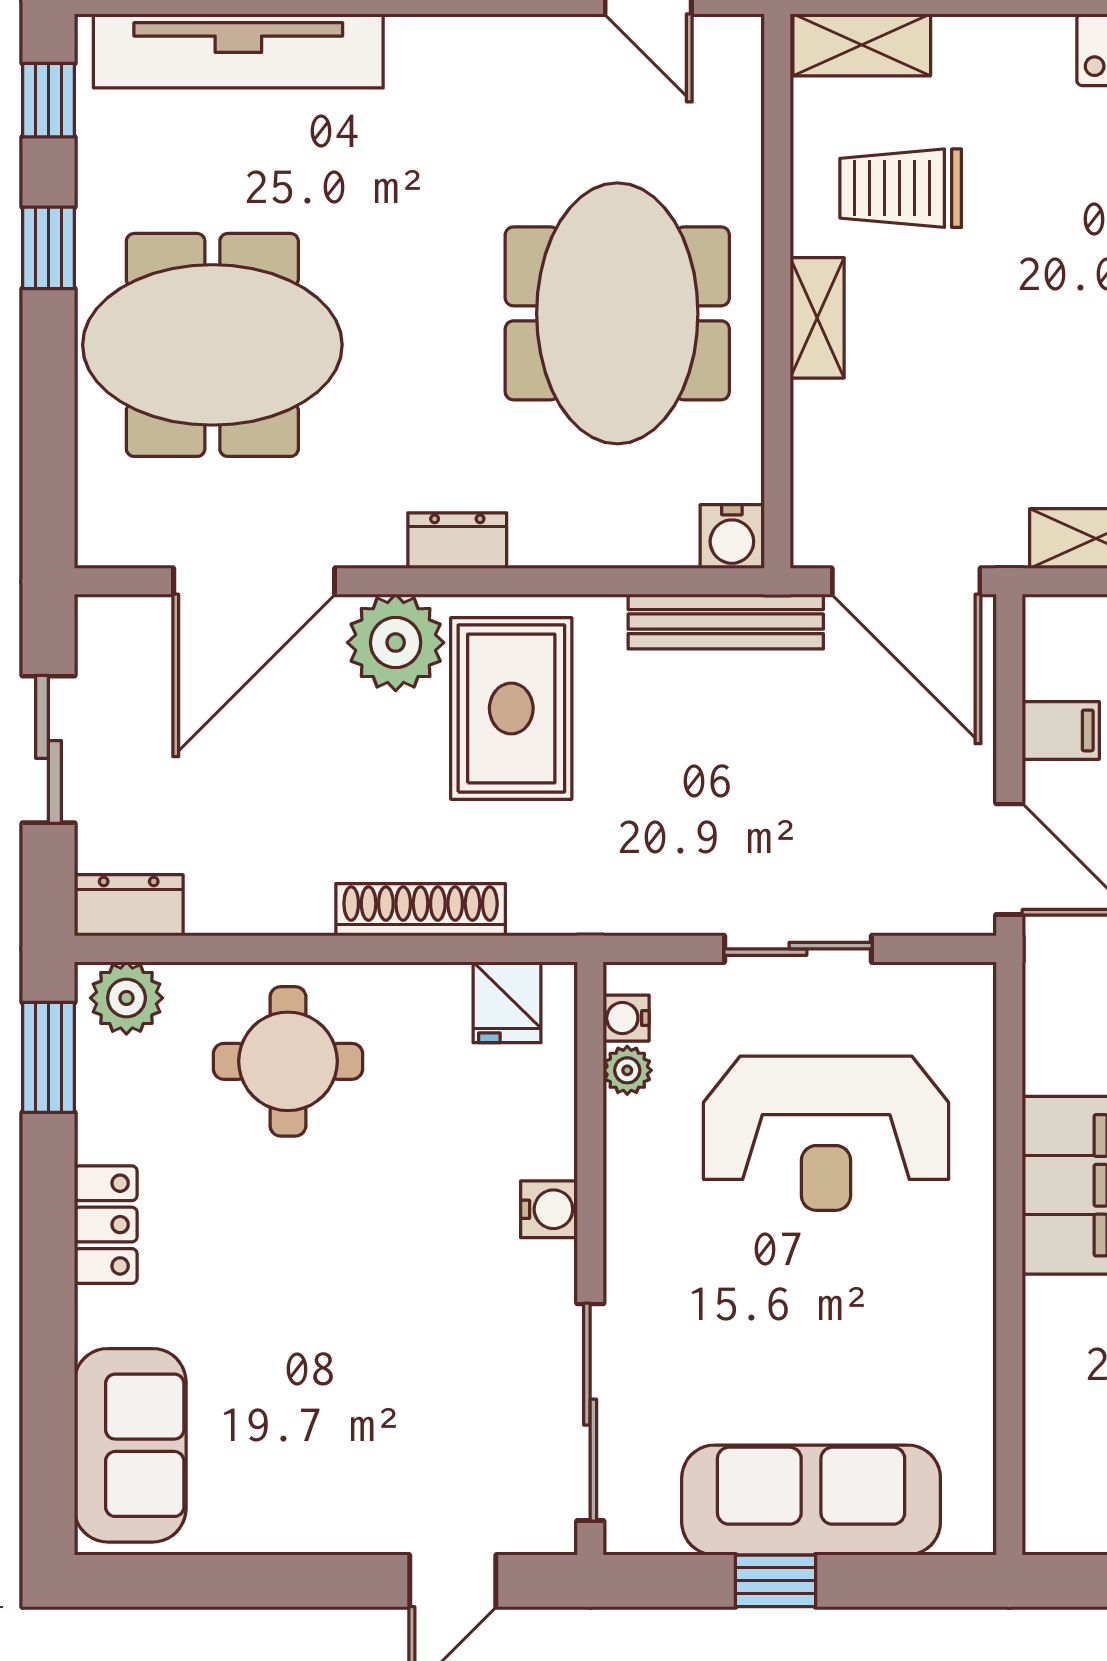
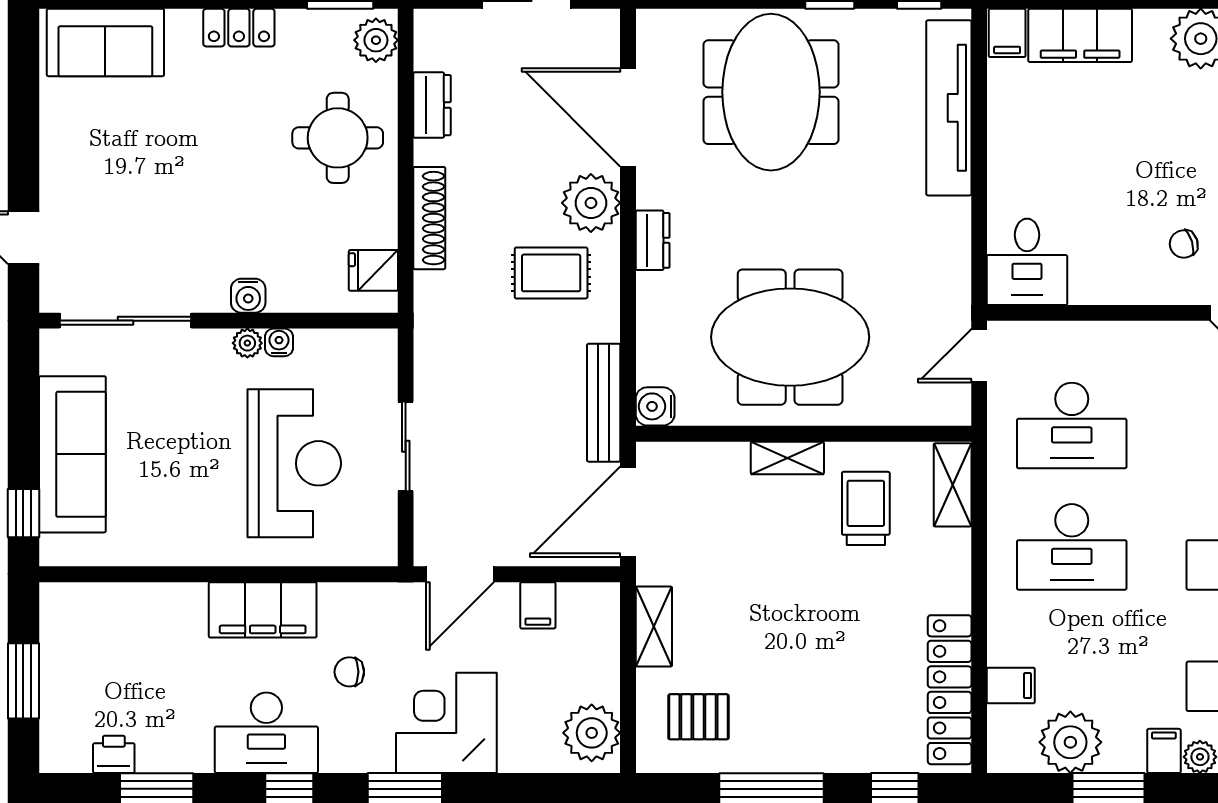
rug: (511, 708) -> (551, 273), width x0.73, depth x0.70
dresser: (129, 905) -> (432, 105), moved
water cooler: (626, 1018) -> (279, 342), moved
plant: (627, 1070) -> (247, 343), moved
reception desk: (826, 1133) -> (294, 463), turned 180
window: (776, 1581) -> (23, 513), moved

